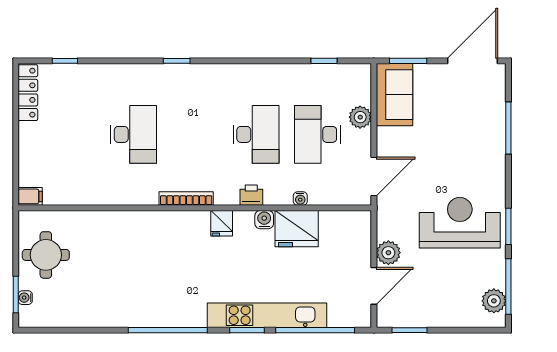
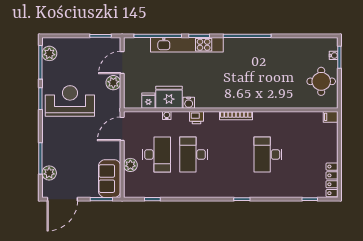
plant: (494, 104) -> (49, 173), added
fridge: (222, 223) -> (148, 101), moved
reception desk: (460, 223) -> (70, 101), turned 180

